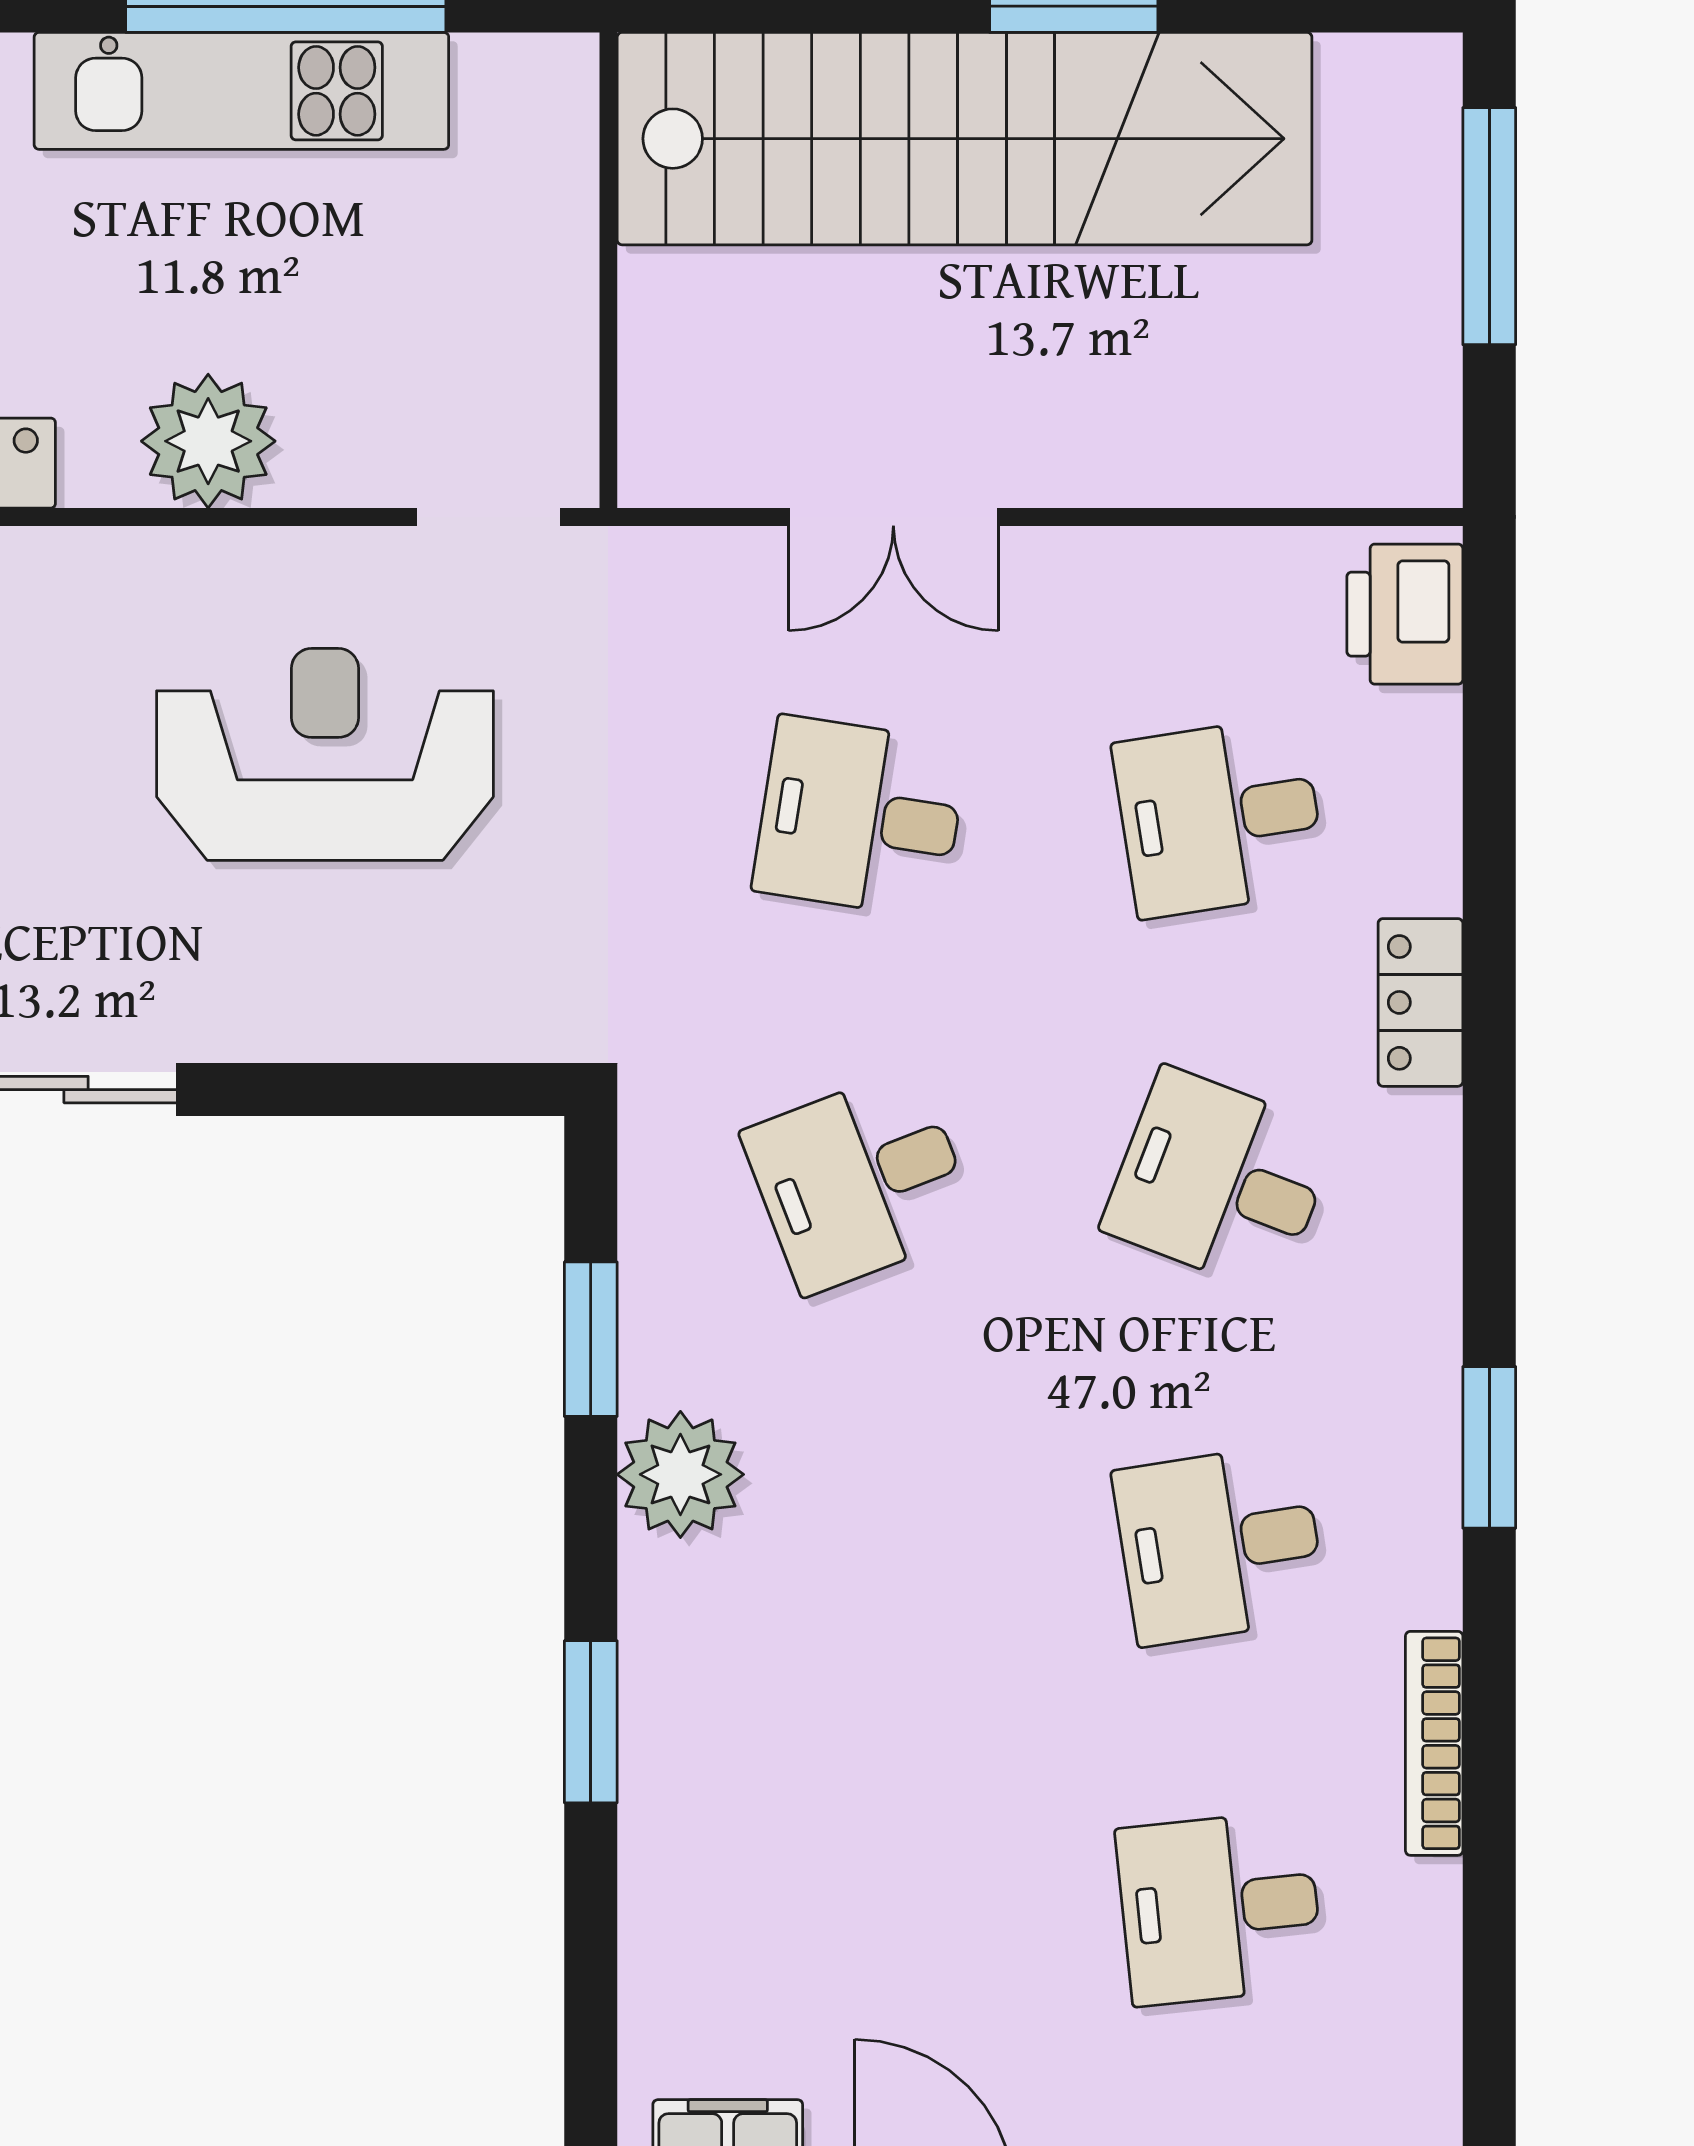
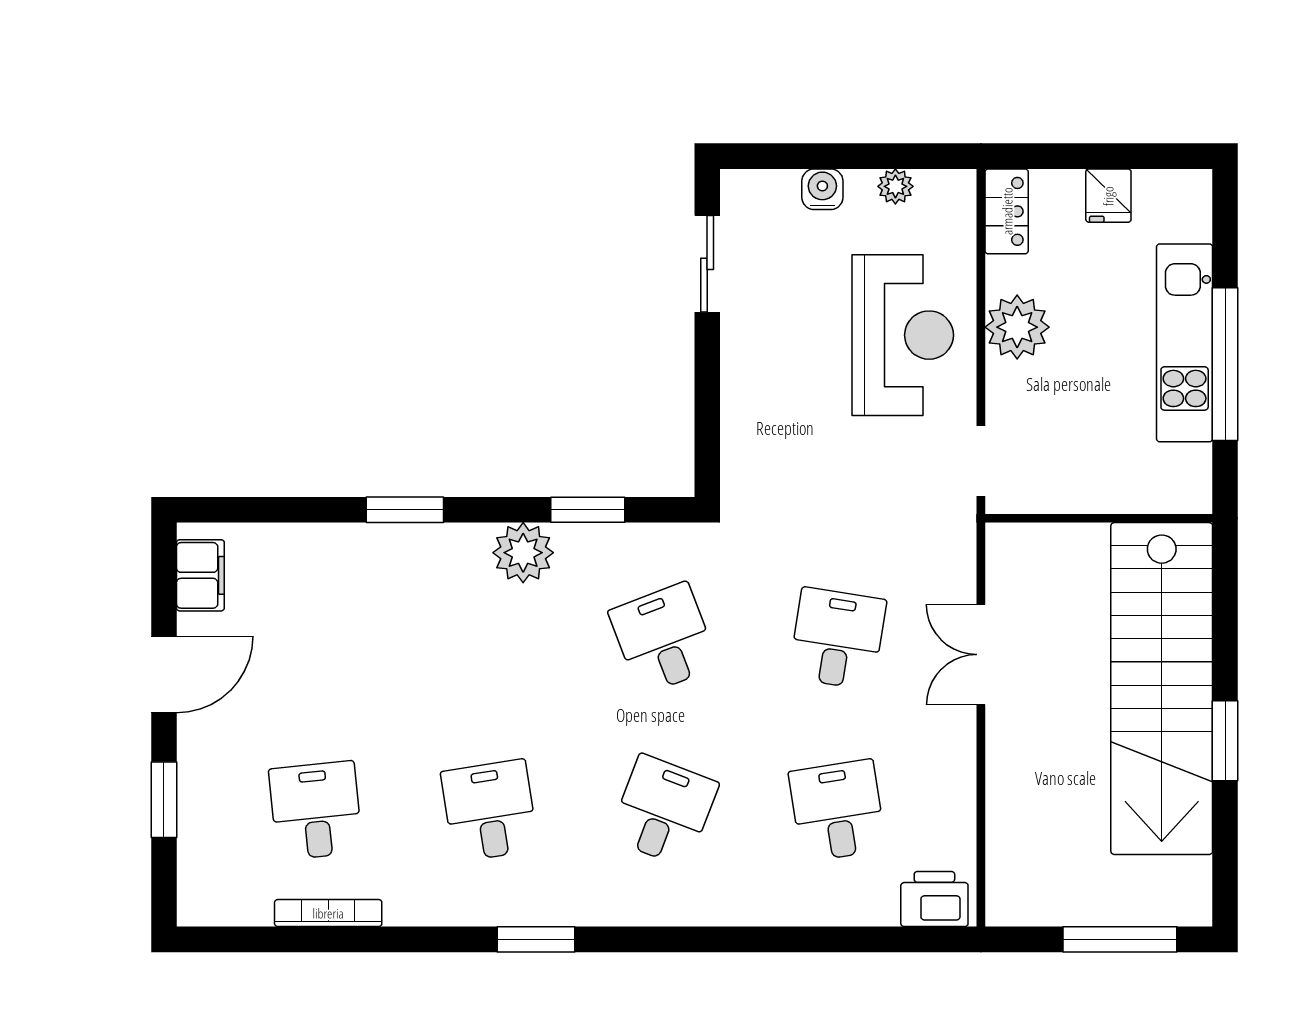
reception desk: (325, 754) -> (903, 335), moved
locker: (1420, 1002) -> (749, 906), removed
bookcase: (1434, 1743) -> (328, 913), moved

